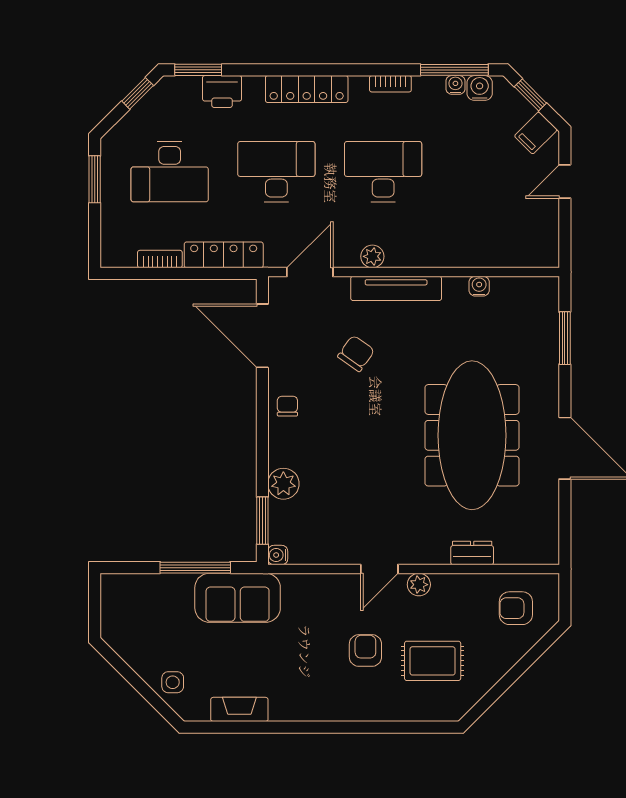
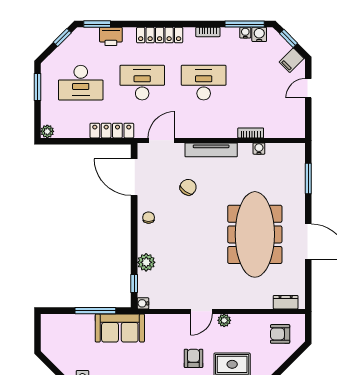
plant: (372, 256) -> (47, 131), moved
bookcase: (160, 259) -> (251, 133), moved
window: (262, 521) -> (134, 284), width x0.67
dresser: (472, 553) -> (286, 302), moved

